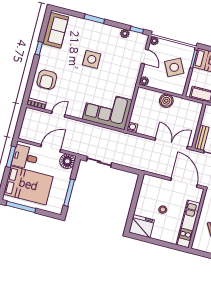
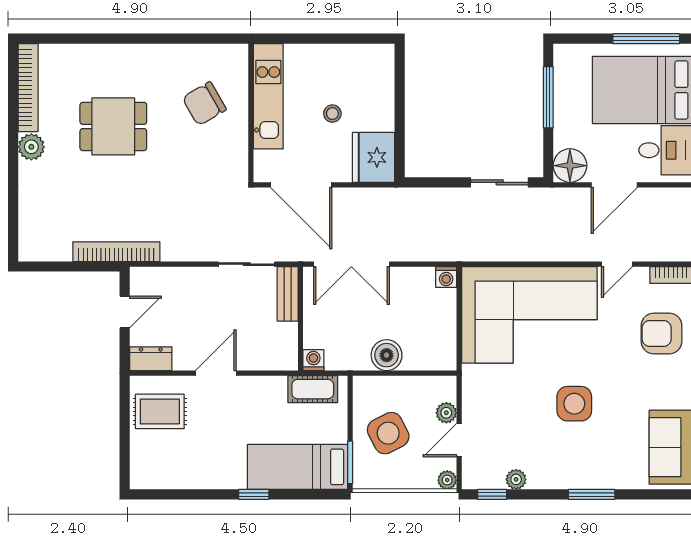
door: (145, 57) -> (459, 440), hinge flipped
armchair: (47, 80) -> (661, 333), turned -90
plant: (144, 81) -> (446, 413), moved
washing machine: (198, 107) -> (313, 360), added
corner sofa: (107, 110) -> (529, 315), width x1.36, depth x1.36
fridge: (142, 226) -> (374, 157), moved, turned 90

